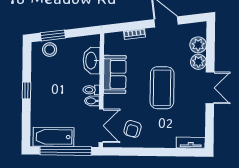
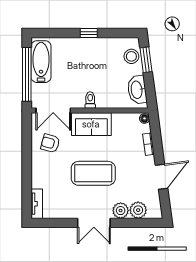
floor lamp: (110, 38) -> (144, 118), added
washbasin: (92, 61) -> (137, 90), moved, turned -98
sofa: (115, 74) -> (91, 124), moved
bidet: (92, 101) -> (79, 101), removed

